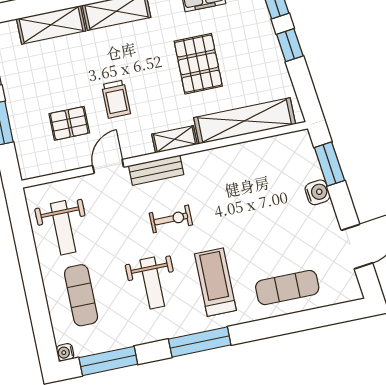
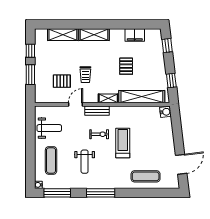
window: (290, 45) -> (171, 81), moved
pallet: (198, 64) -> (126, 66), width x0.67, depth x0.71
window: (329, 164) -> (176, 124), removed
water cooler: (318, 192) -> (165, 112), moved
weight bench: (63, 228) -> (49, 128), turned -90
treadmill: (215, 282) -> (123, 143), moved

